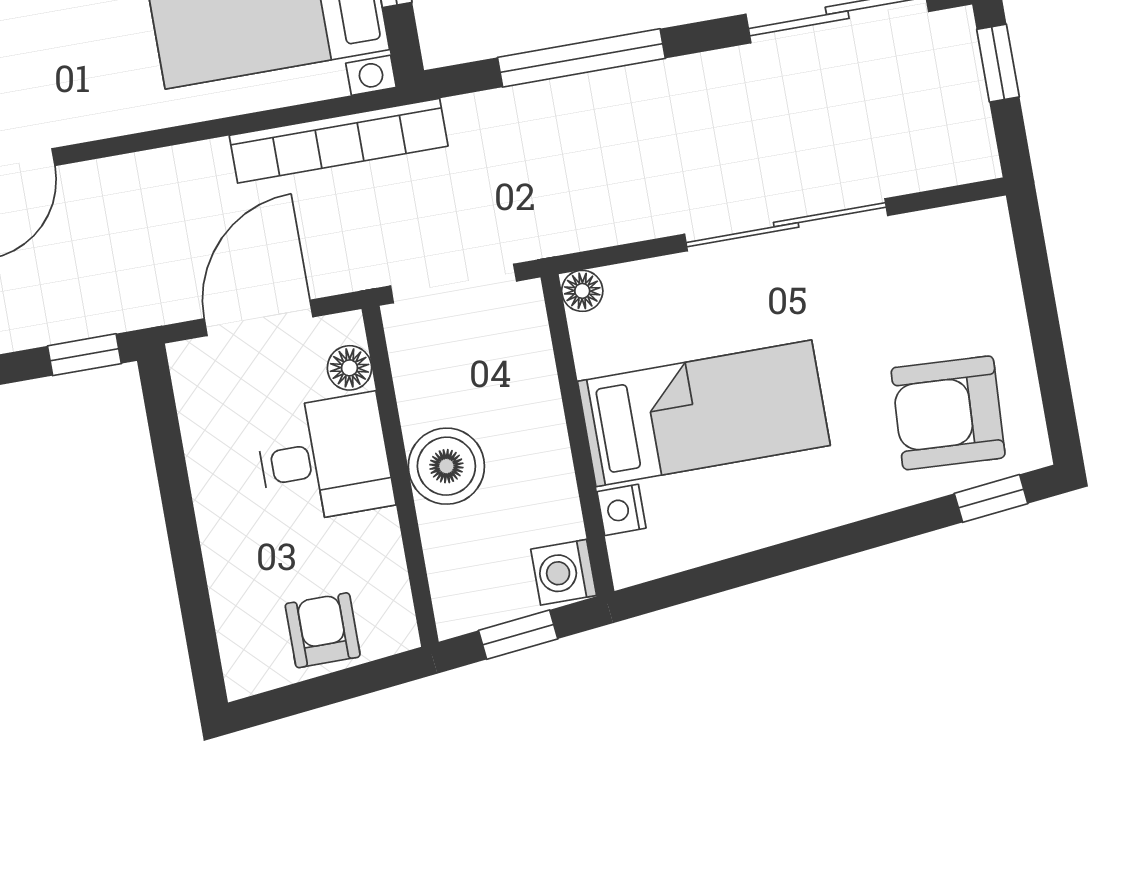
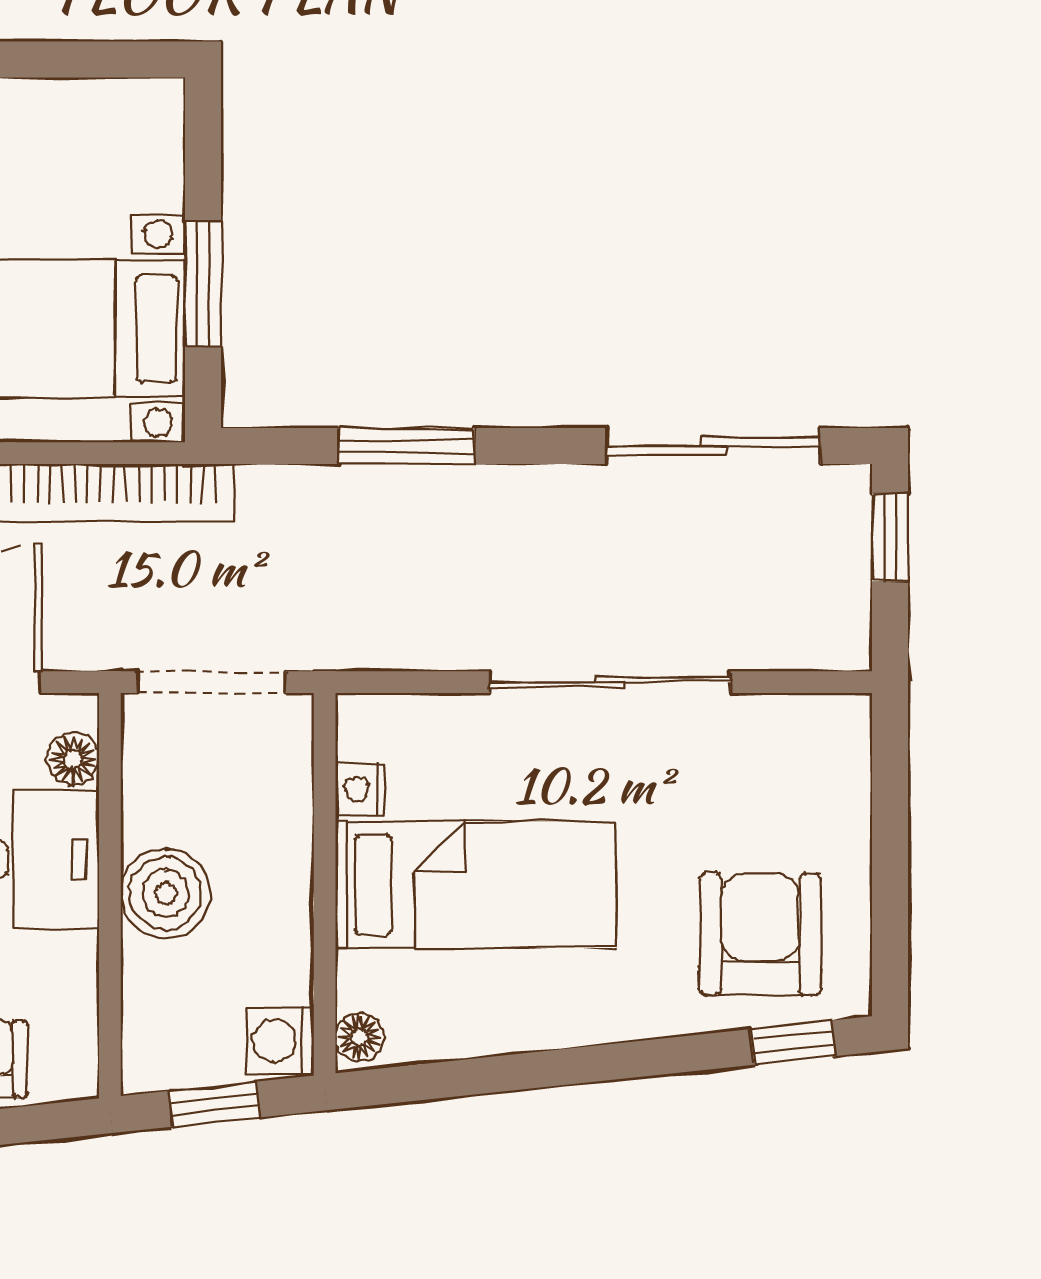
window: (581, 58) -> (407, 446), width x0.69
floor lamp: (582, 291) -> (360, 1037), moved
armchair: (948, 413) -> (760, 934), turned 87
nightstand: (621, 510) -> (360, 789), moved

